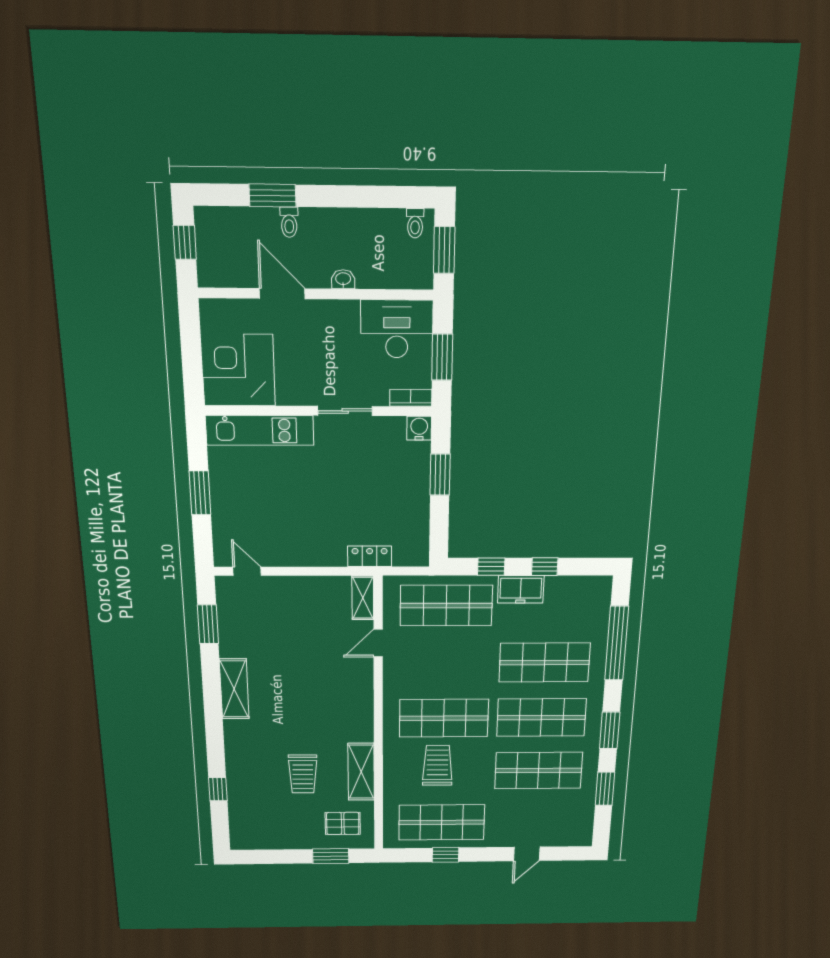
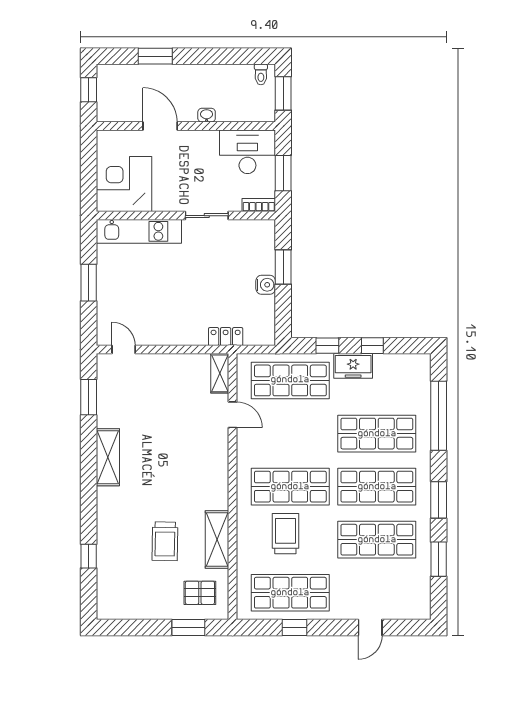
toilet: (289, 222) -> (167, 75), removed
water cooler: (419, 428) -> (266, 285), moved, turned 90
door: (378, 643) -> (233, 415), swing flipped

